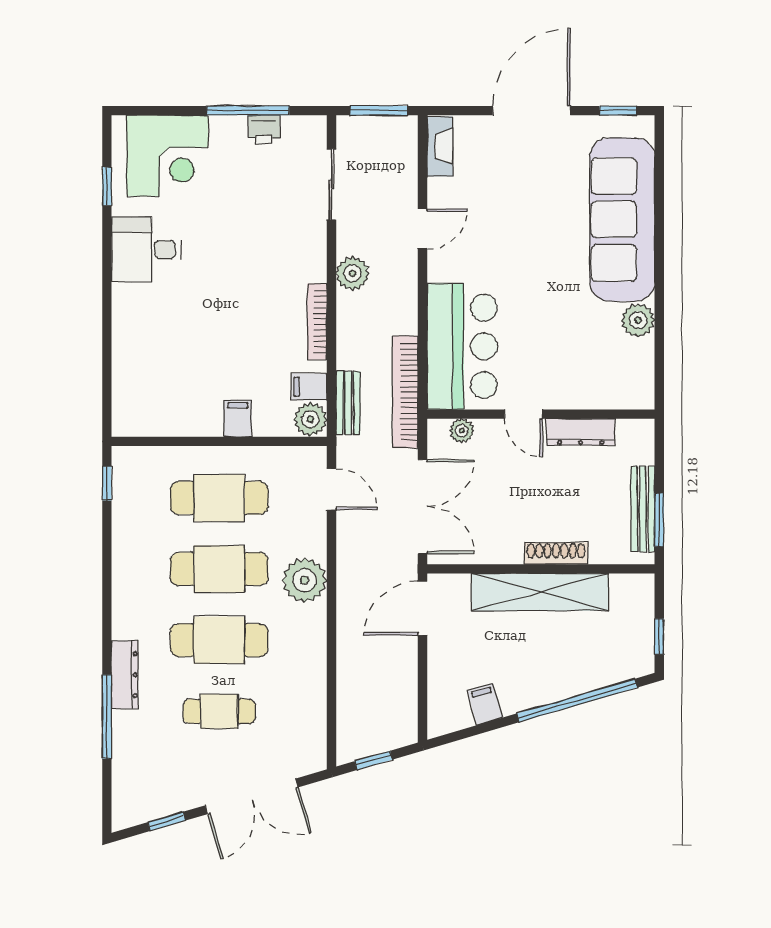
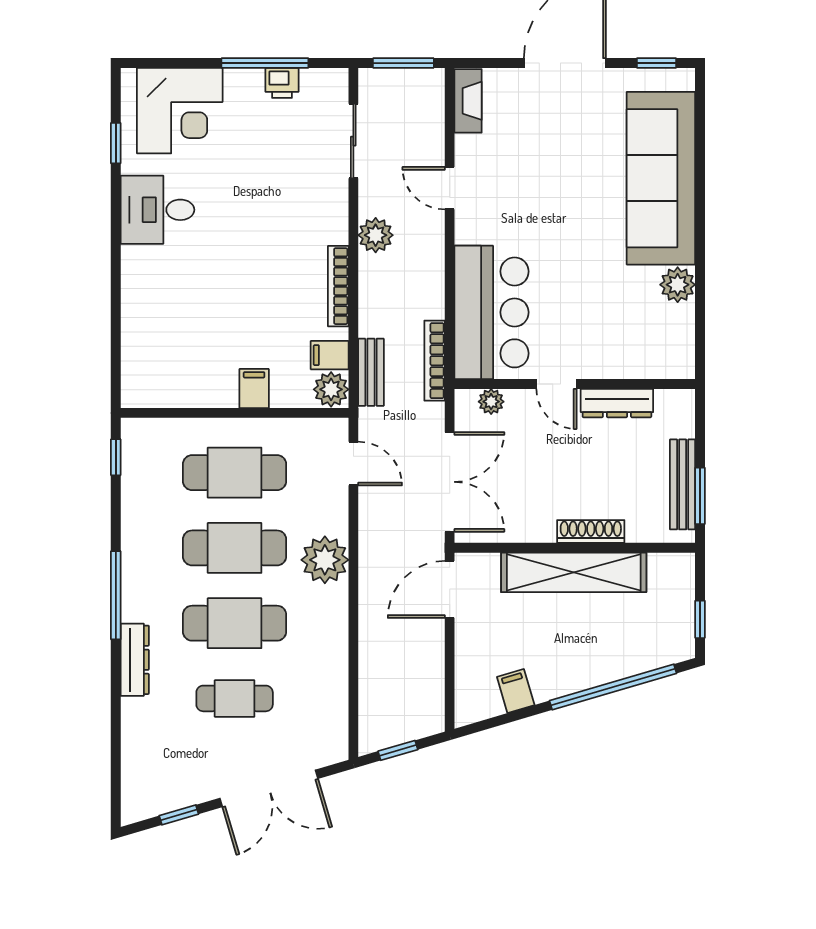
door: (423, 229) -> (450, 188), swing flipped
bookcase: (405, 392) -> (435, 361), width x0.68, depth x0.76
window: (107, 717) -> (116, 595), moved

